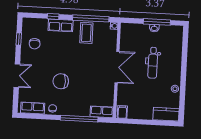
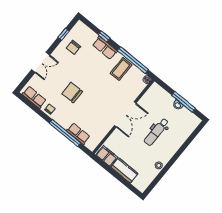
row of seats: (102, 112) -> (78, 134), moved
filing cabinet: (122, 112) -> (107, 156), width x2.00
kitchen counter: (166, 114) -> (124, 170), moved

